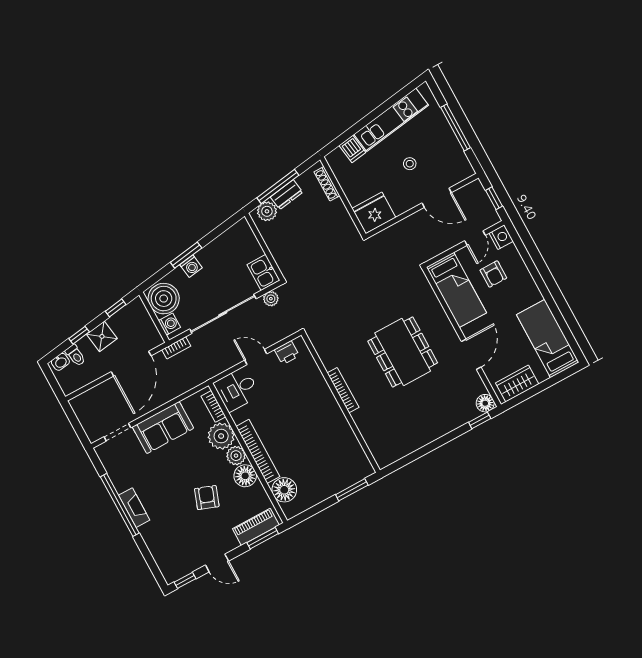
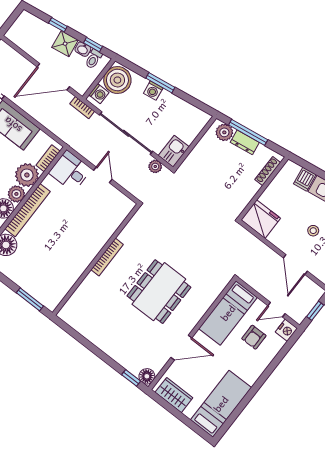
printer: (287, 353) -> (117, 198), removed
toilet: (75, 355) -> (93, 59), moved
washbasin: (60, 362) -> (83, 49), moved

